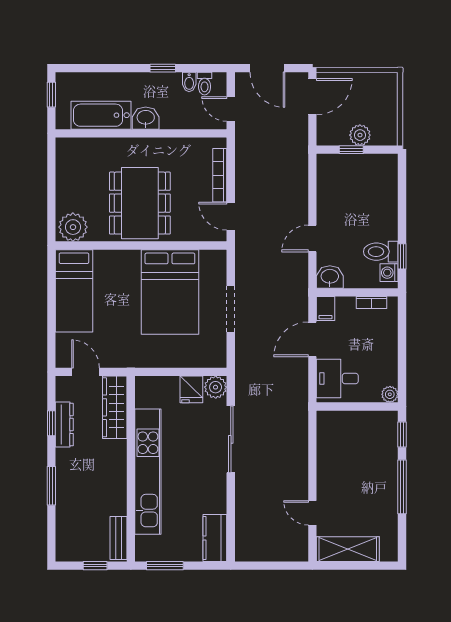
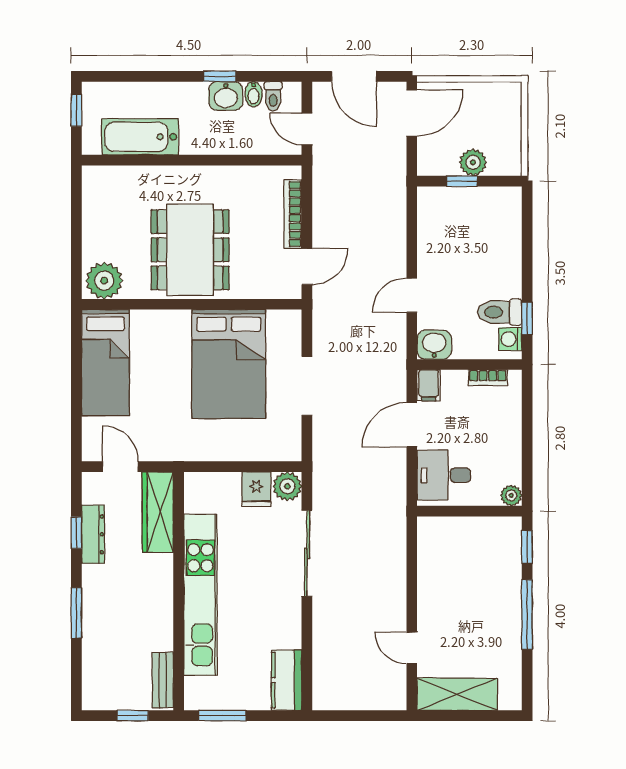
washbasin: (146, 118) -> (226, 96), moved, turned 180
door: (231, 216) -> (307, 267), swing flipped

